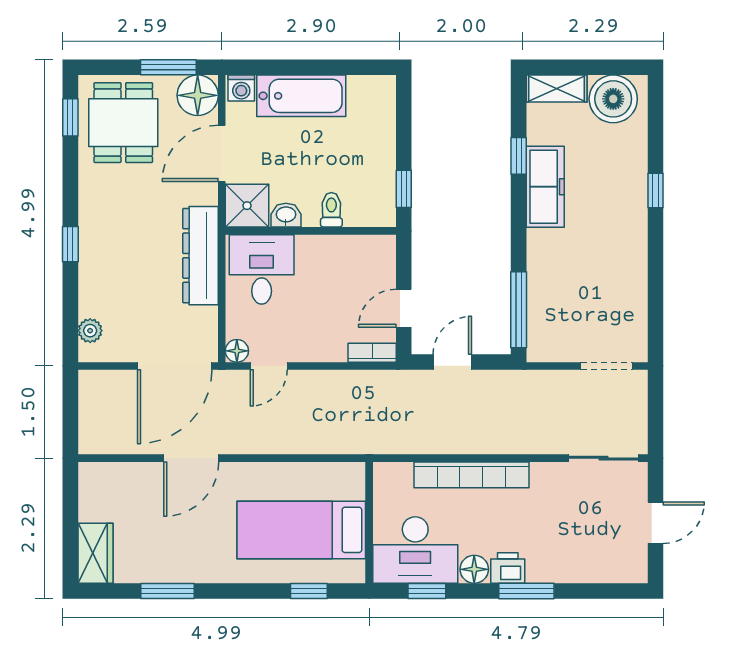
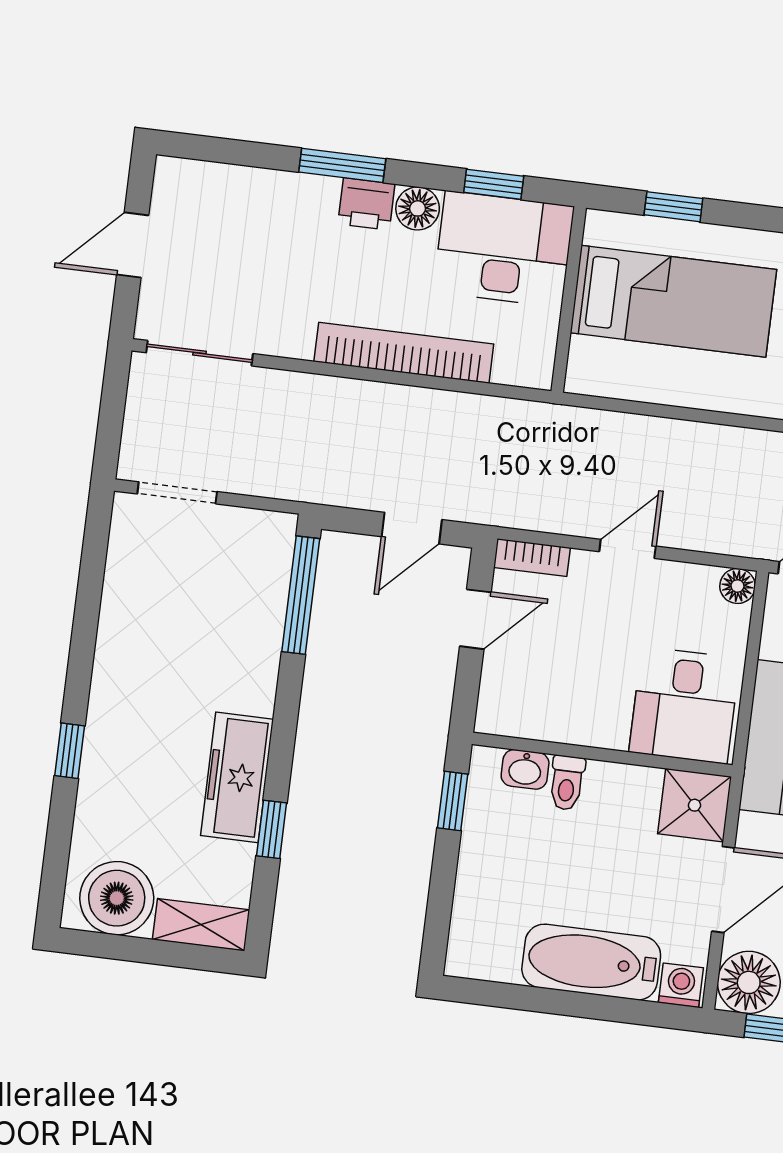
washbasin: (286, 215) -> (525, 769), moved
door: (269, 366) -> (628, 549), moved

